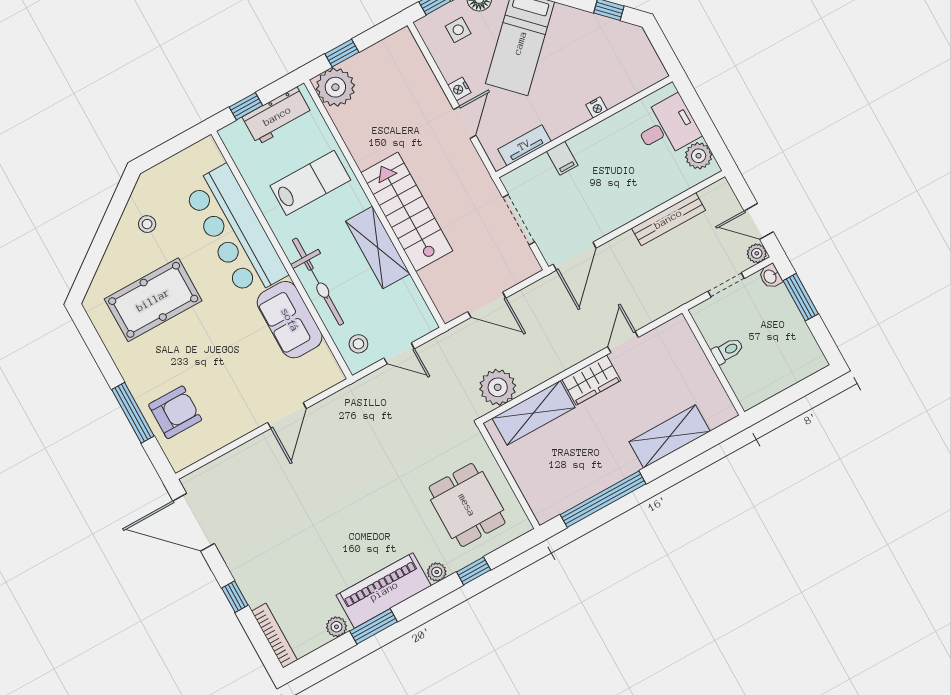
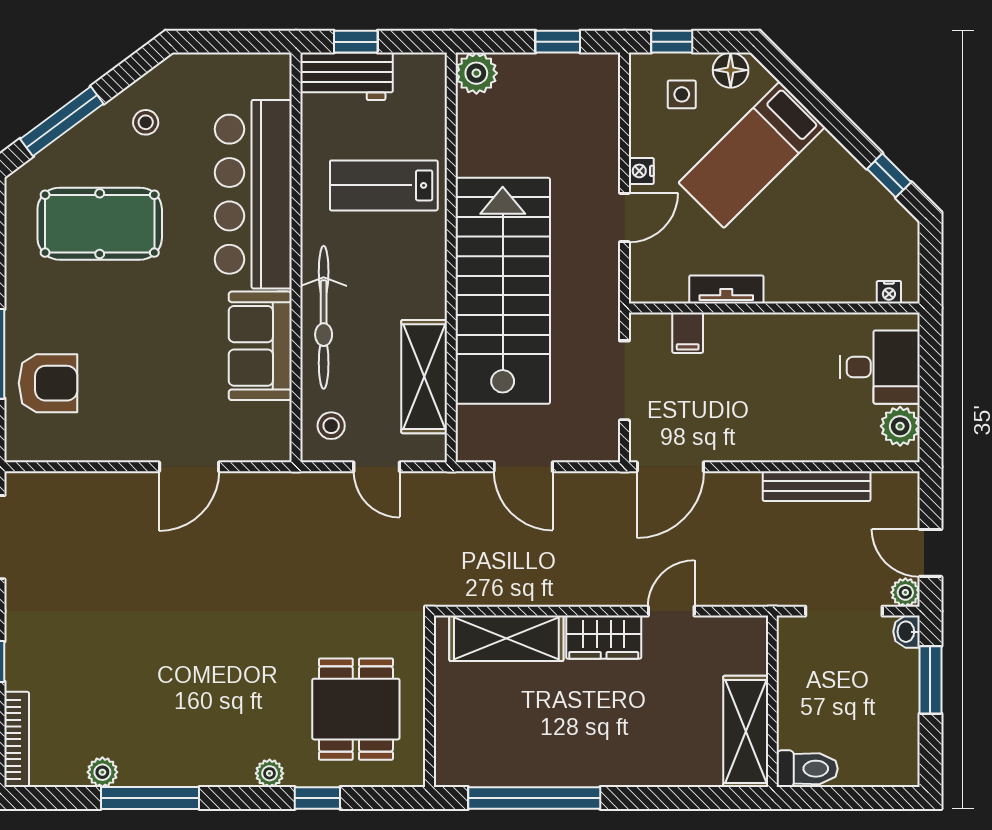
window: (342, 53) -> (558, 42), moved
plant: (335, 87) -> (476, 73), width x0.73, depth x0.73
nightstand: (597, 107) -> (889, 292), moved
workbench: (277, 116) -> (347, 76), moved
tv unit: (524, 145) -> (726, 289), moved
filing cabinet: (562, 158) -> (688, 333), moved
lab bench: (310, 183) -> (384, 185), turned 180
stairs: (407, 212) -> (503, 291), width x1.36, depth x1.51
shelving: (378, 248) -> (424, 377), moved
window: (97, 251) -> (62, 121), added
doorway: (726, 285) -> (844, 611), width x1.38
toilet: (727, 351) -> (807, 769), moved, width x1.37, depth x1.39
plant: (498, 387) -> (479, 580), removed
shelving: (670, 436) -> (746, 731), moved, turned 90
piano: (384, 591) -> (188, 759), removed
window: (373, 626) -> (150, 798), width x1.44

